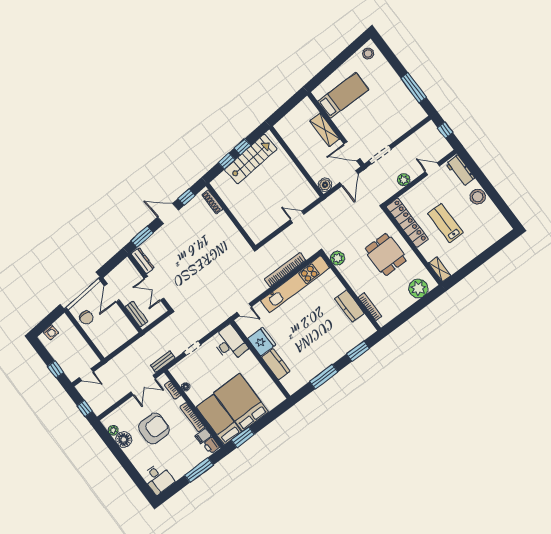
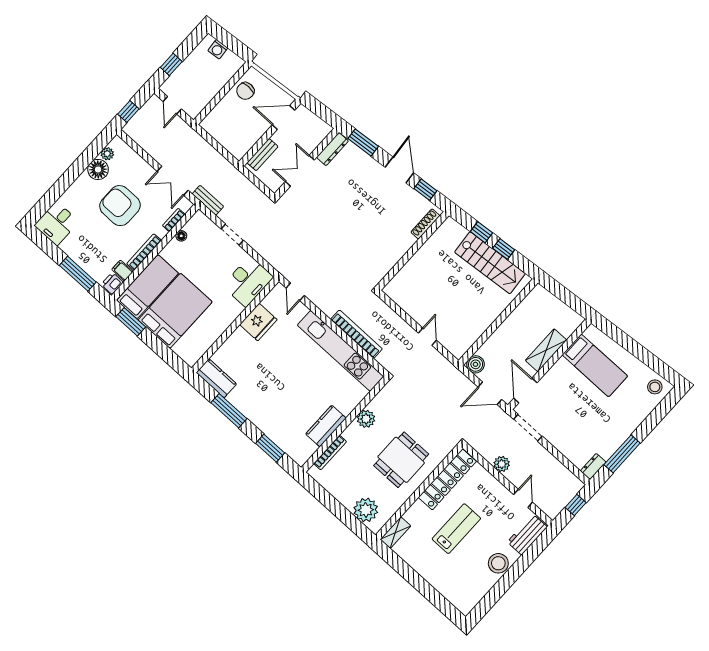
dresser: (419, 111) -> (593, 467), added
plant: (337, 258) -> (366, 419), moved
kitchen counter: (276, 364) -> (216, 378), moved, turned -90
armchair: (154, 428) -> (120, 206), turned 180

